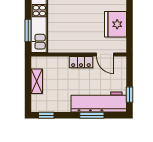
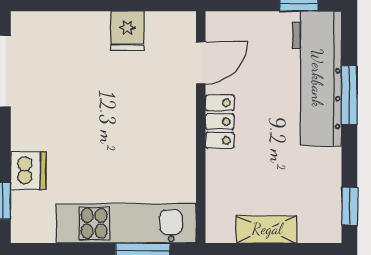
fridge: (115, 24) -> (127, 31), width x0.53, depth x0.75

